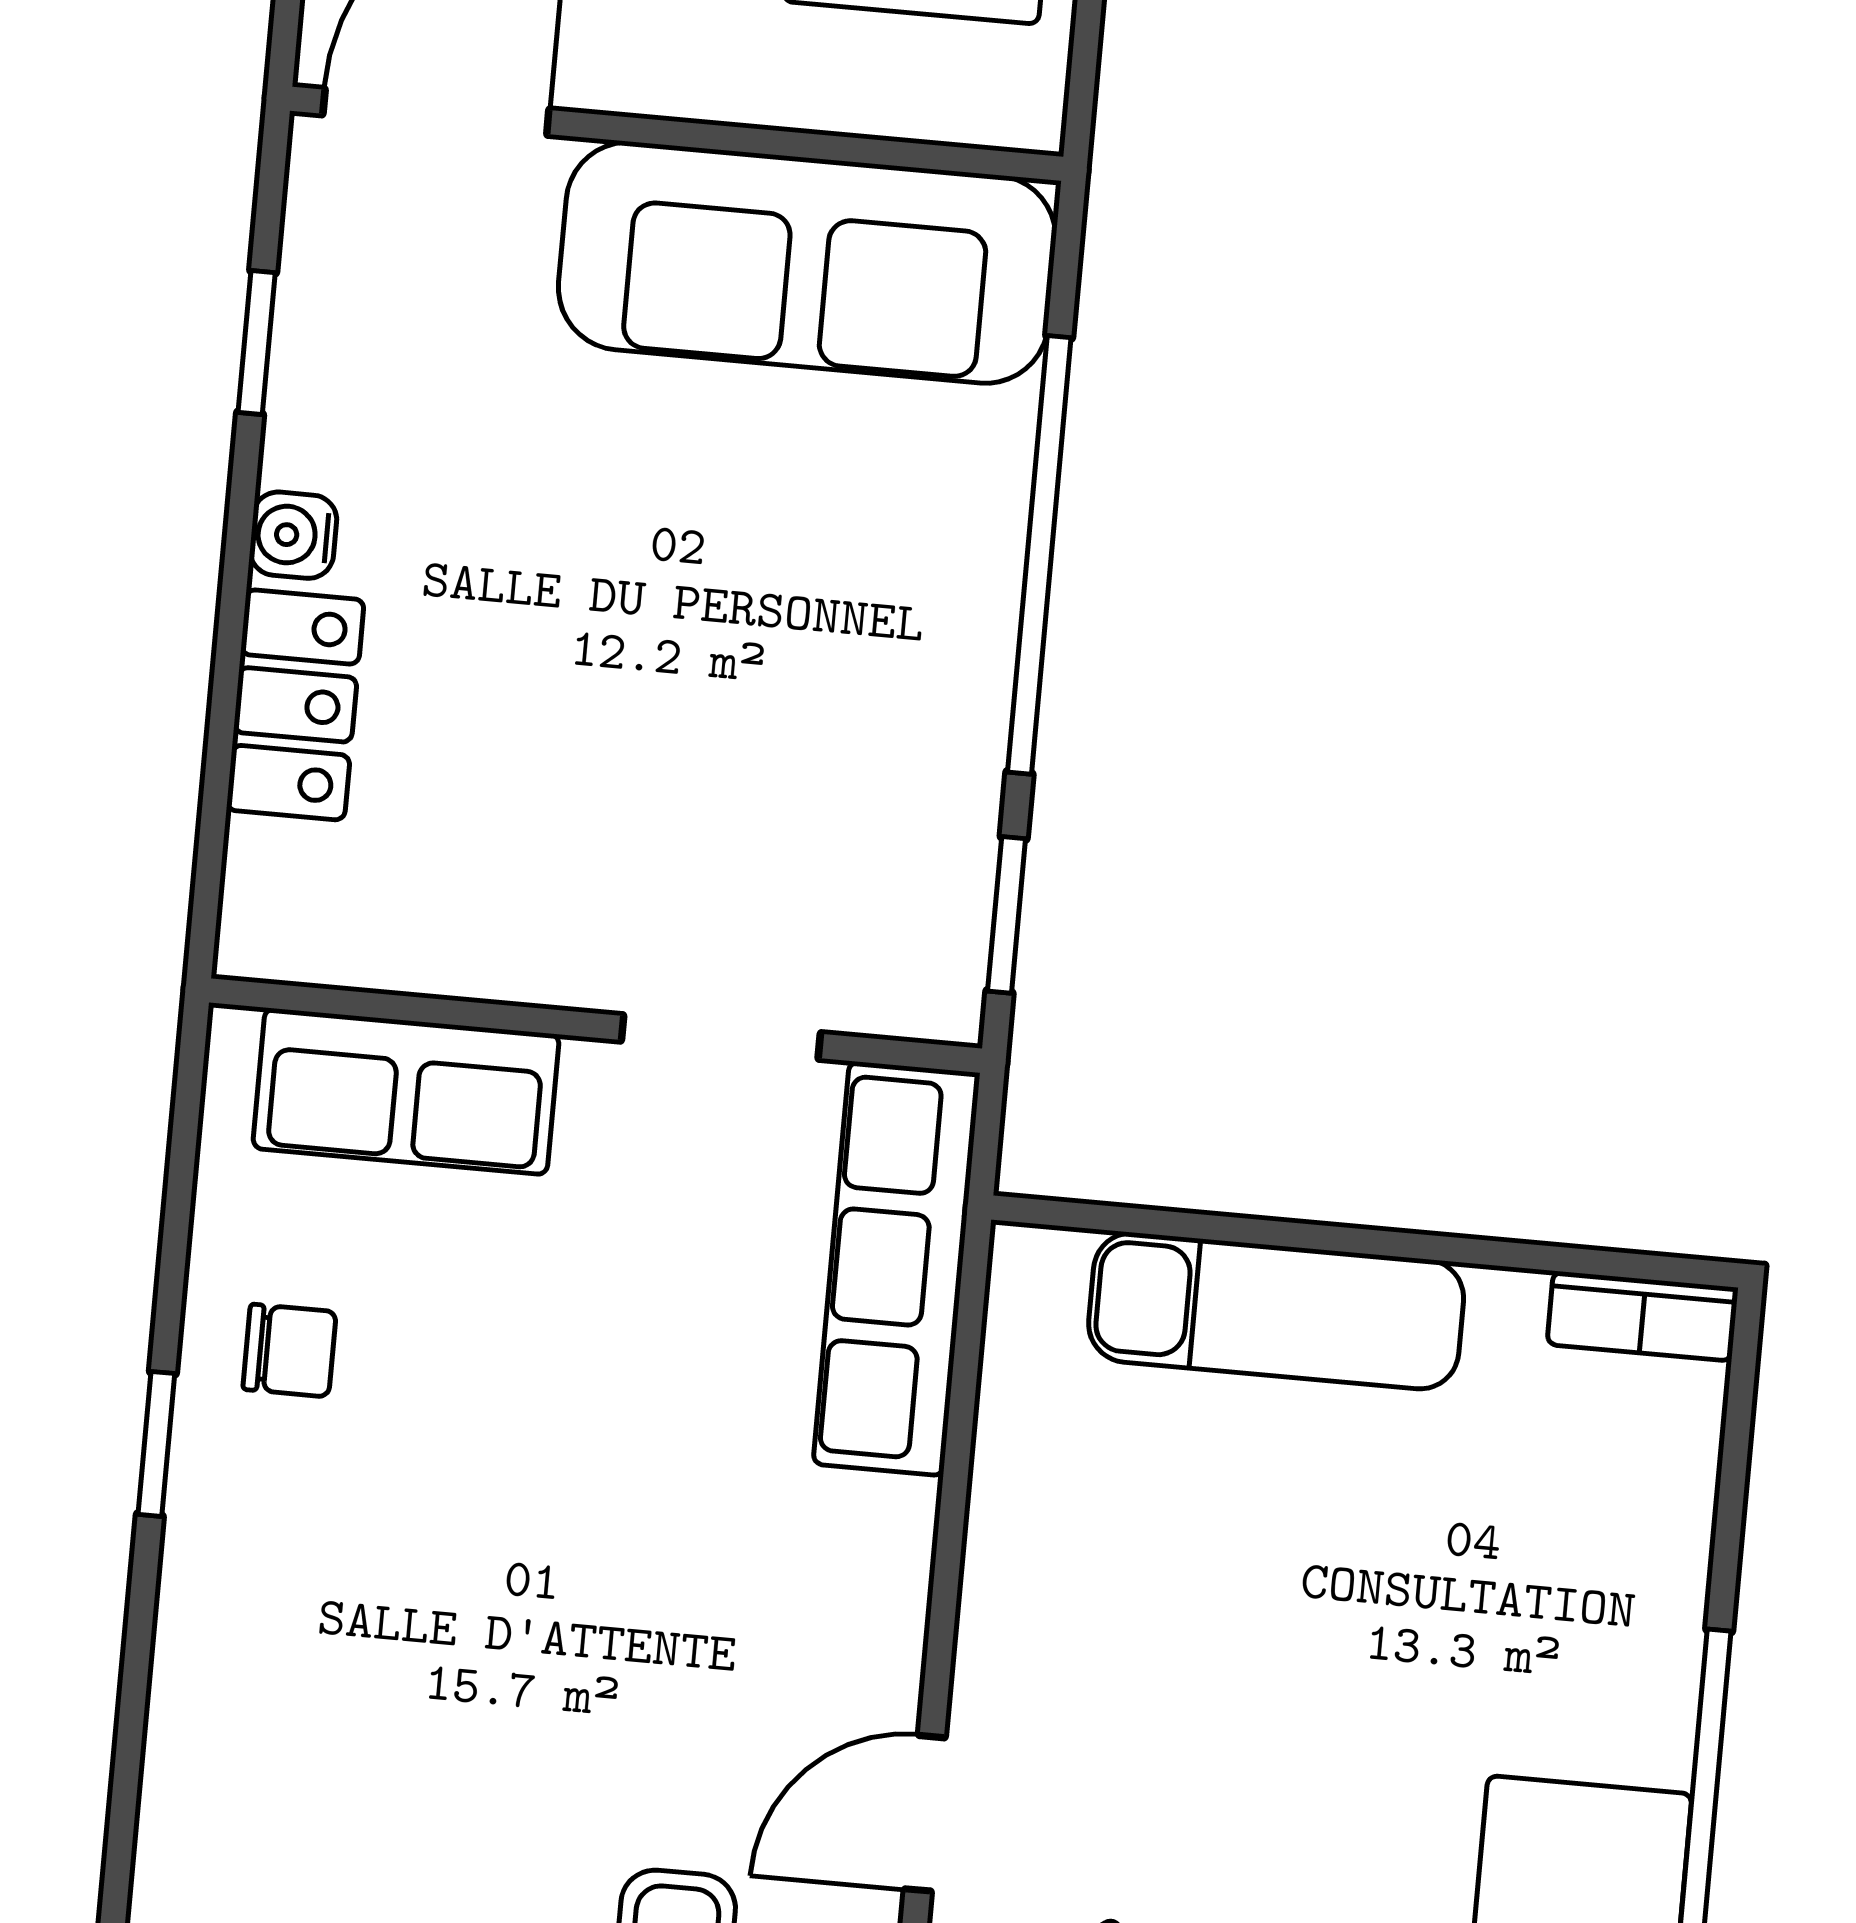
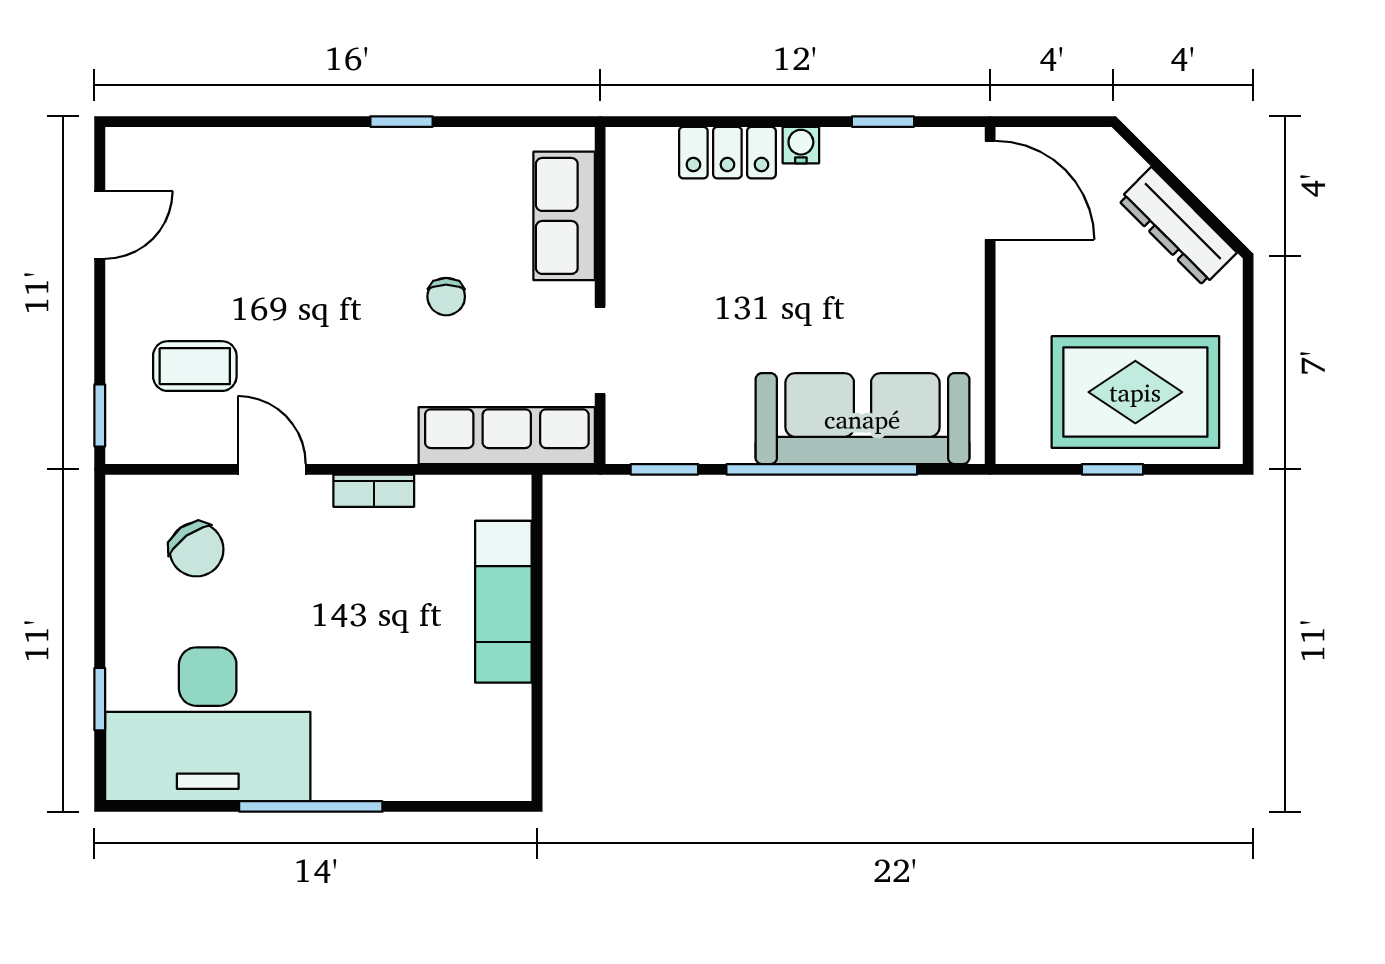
sofa: (807, 263) -> (862, 419), moved, turned 90
bookcase: (1643, 1316) -> (374, 491), moved, turned -90
chair: (289, 1351) -> (446, 297), moved

